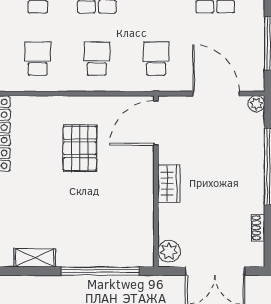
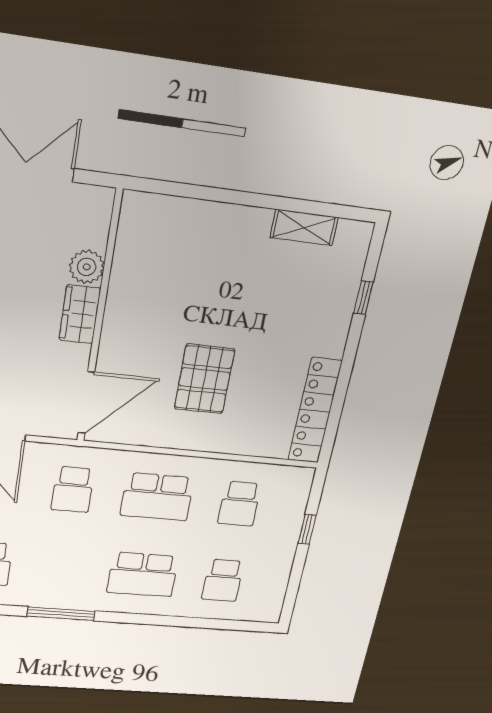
school desk: (97, 59) -> (157, 497), width x1.85
plant: (169, 251) -> (87, 267), moved
window: (100, 271) -> (208, 194), removed

